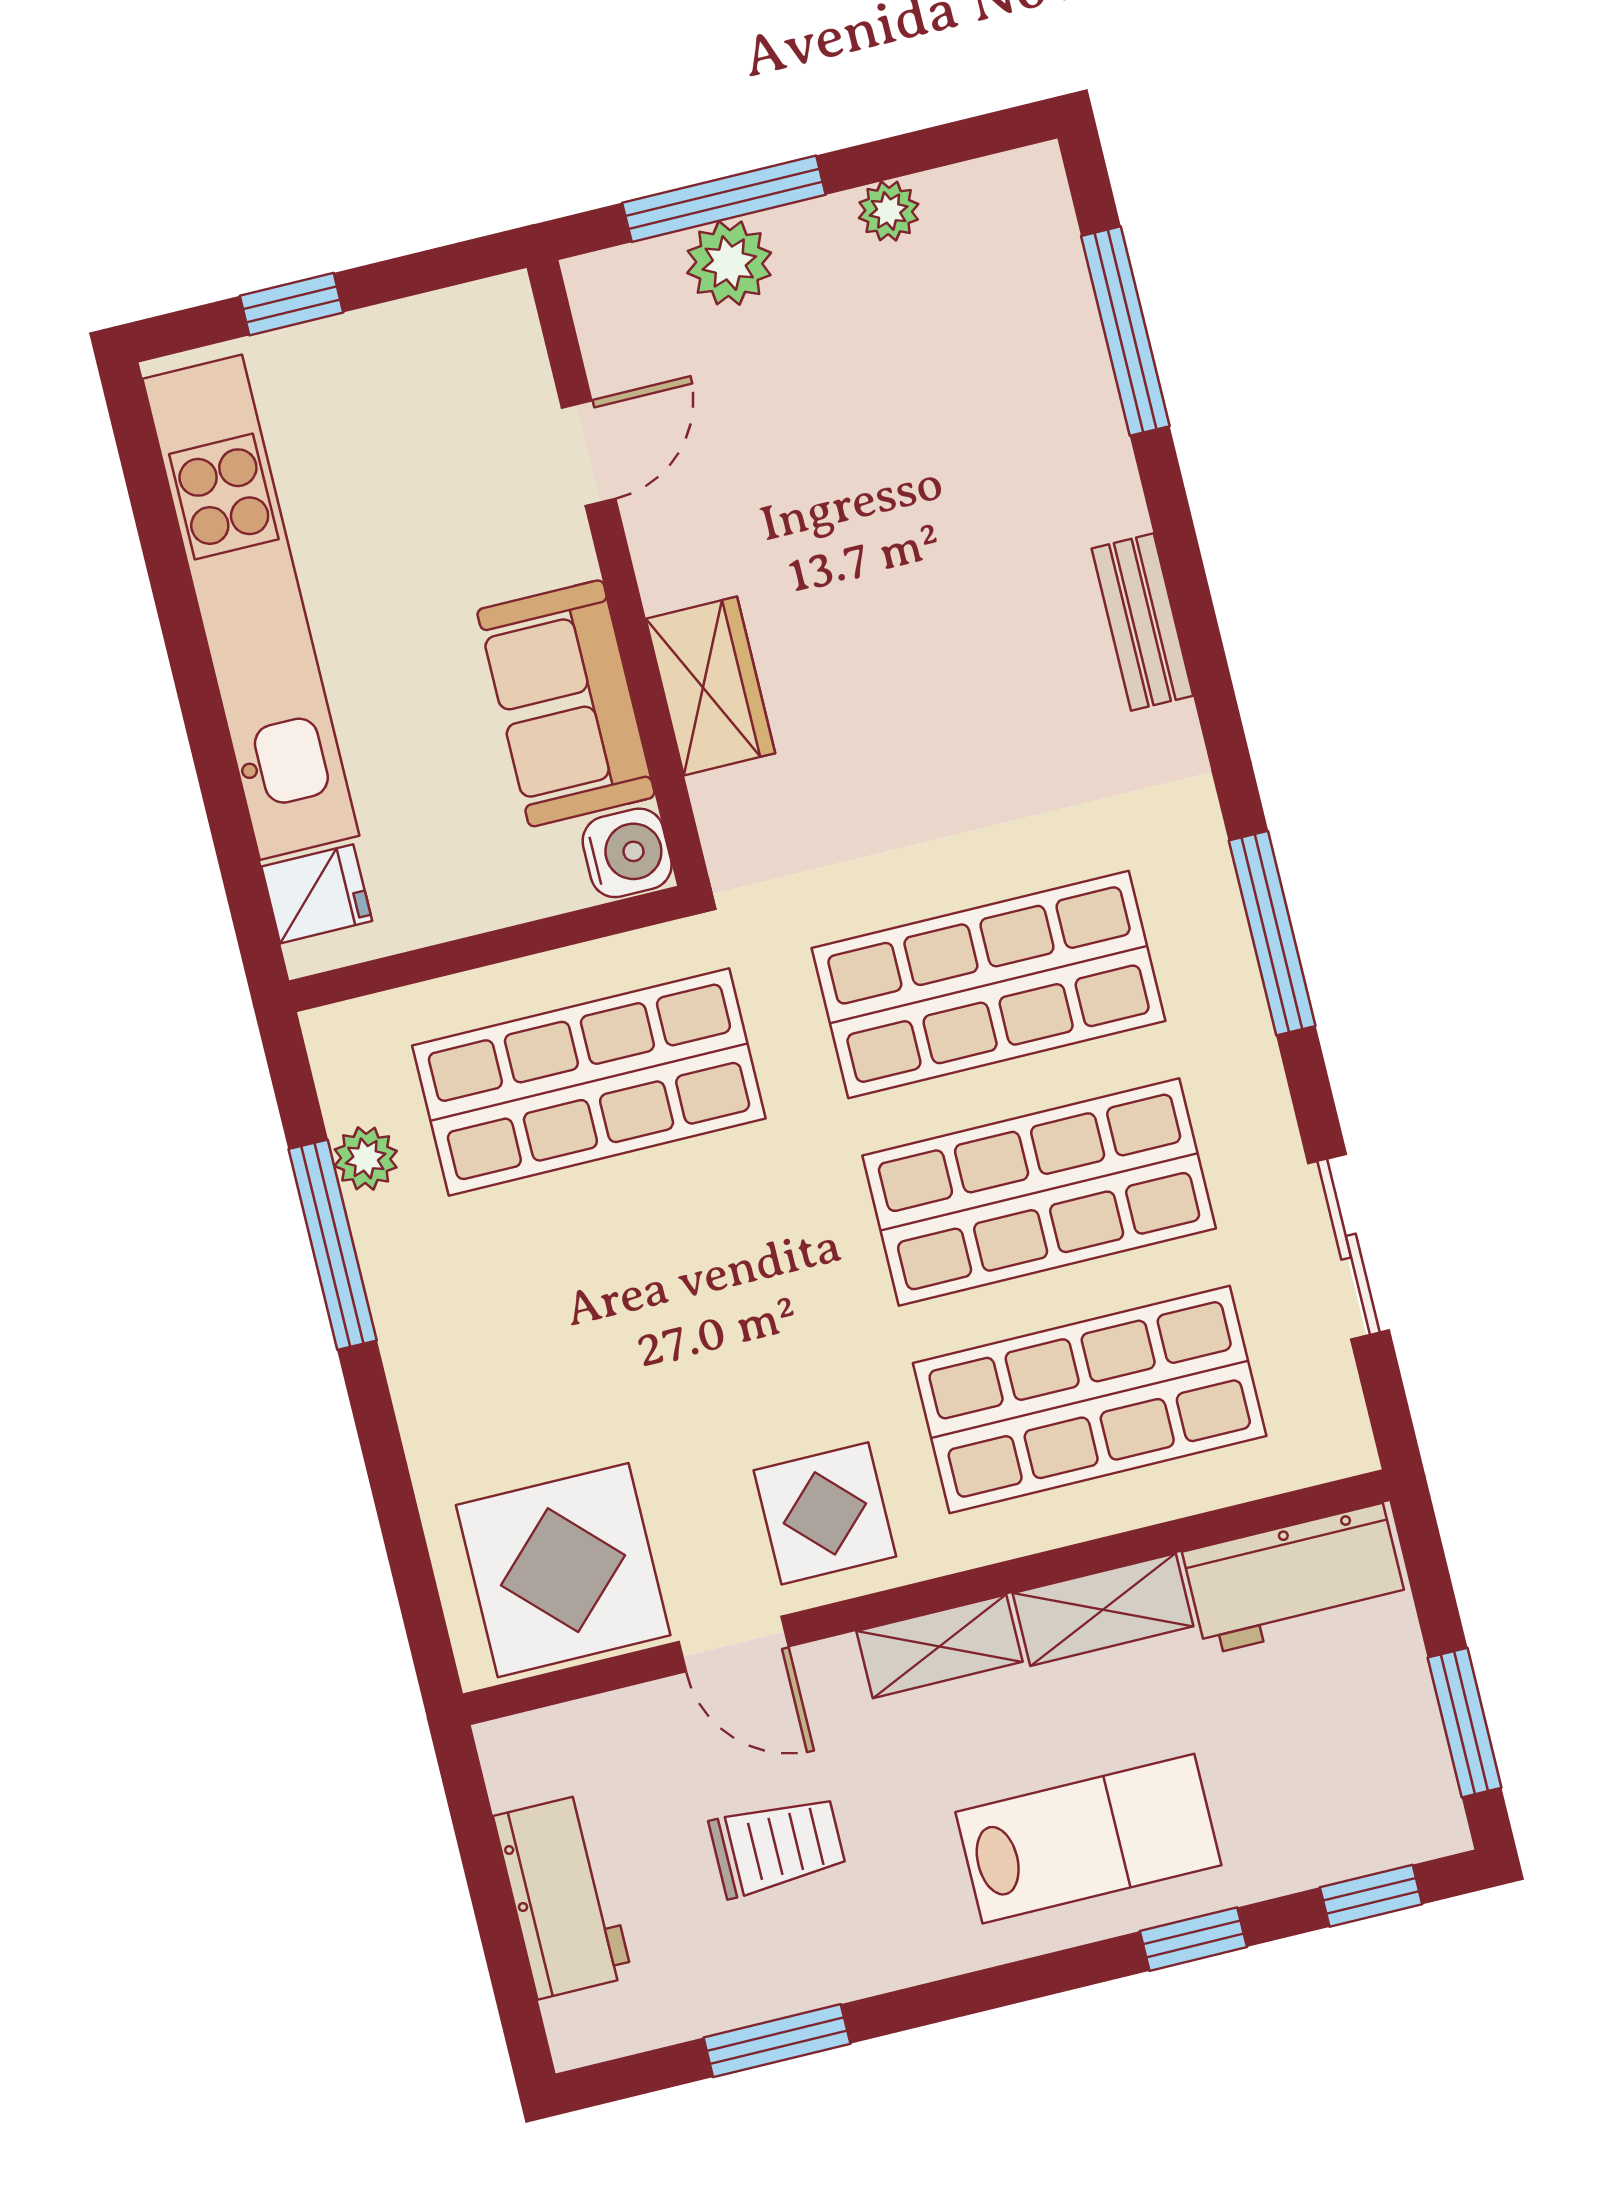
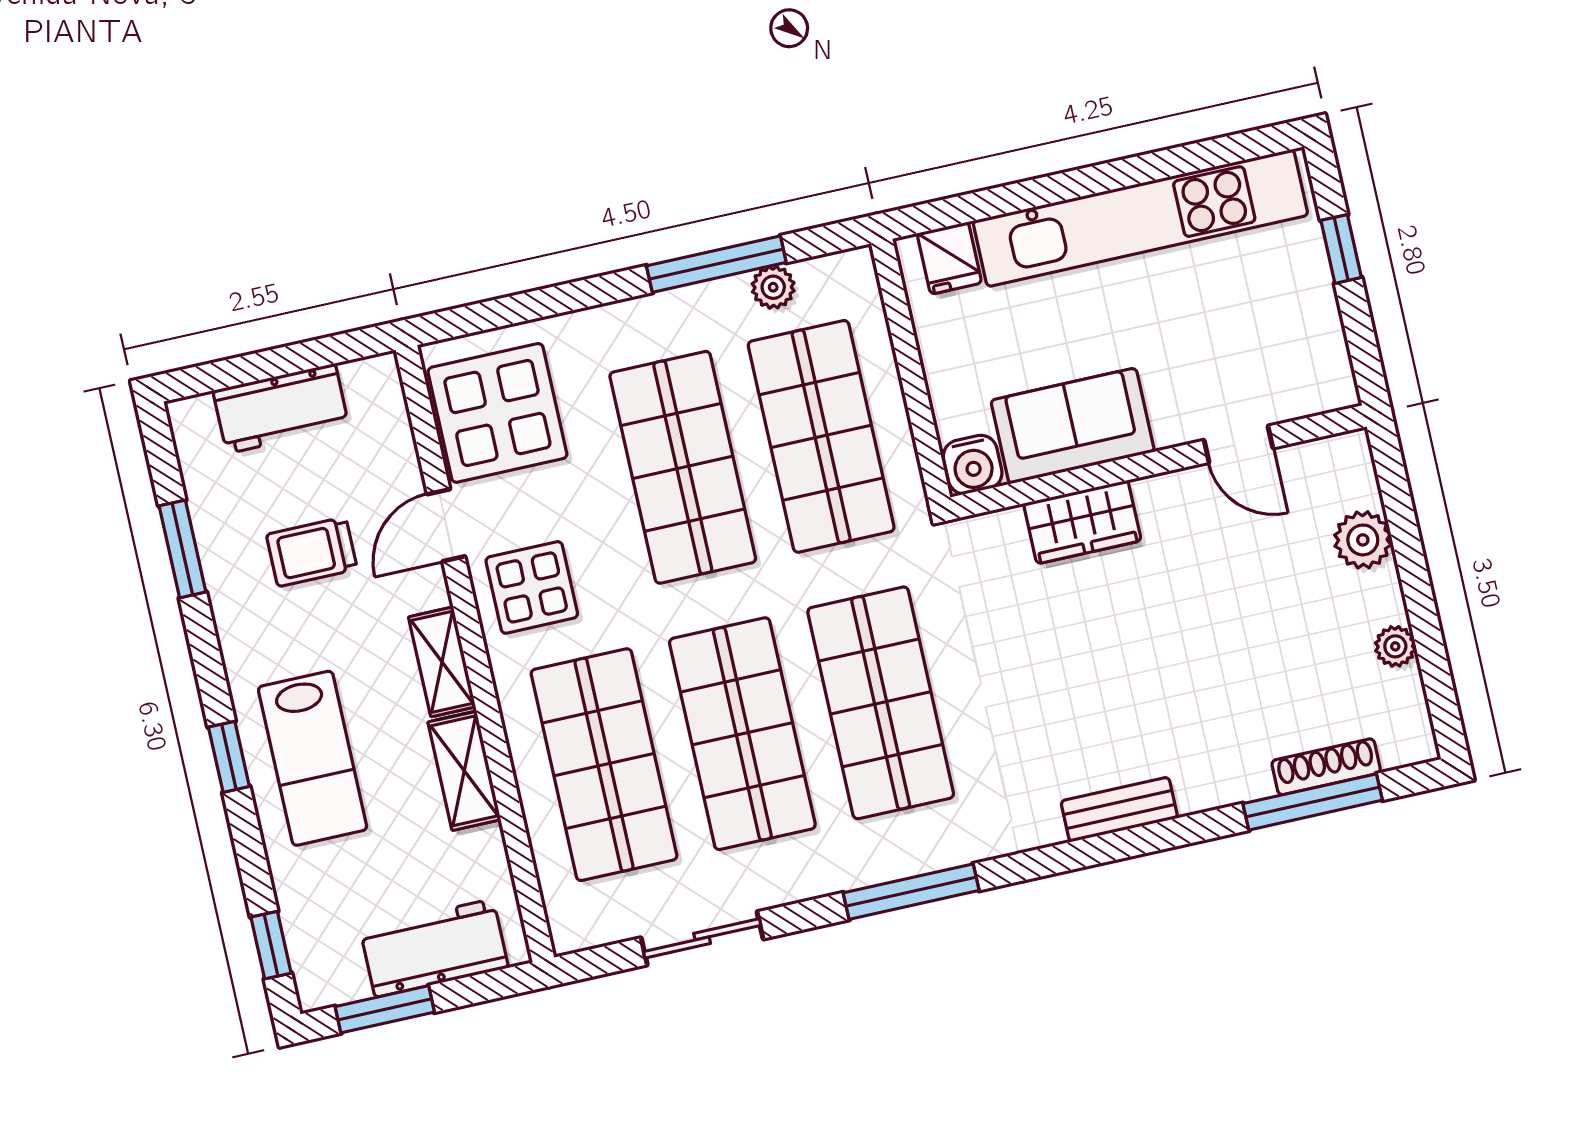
window: (724, 199) -> (1406, 537), removed
shoe rack: (1072, 312) -> (1326, 767), added
shop shelf: (640, 1289) -> (683, 467), added
workbench: (1295, 1579) -> (434, 948), moved, turned 90
trolley: (778, 1846) -> (312, 552), turned 90
window: (1193, 1939) -> (229, 757), moved

